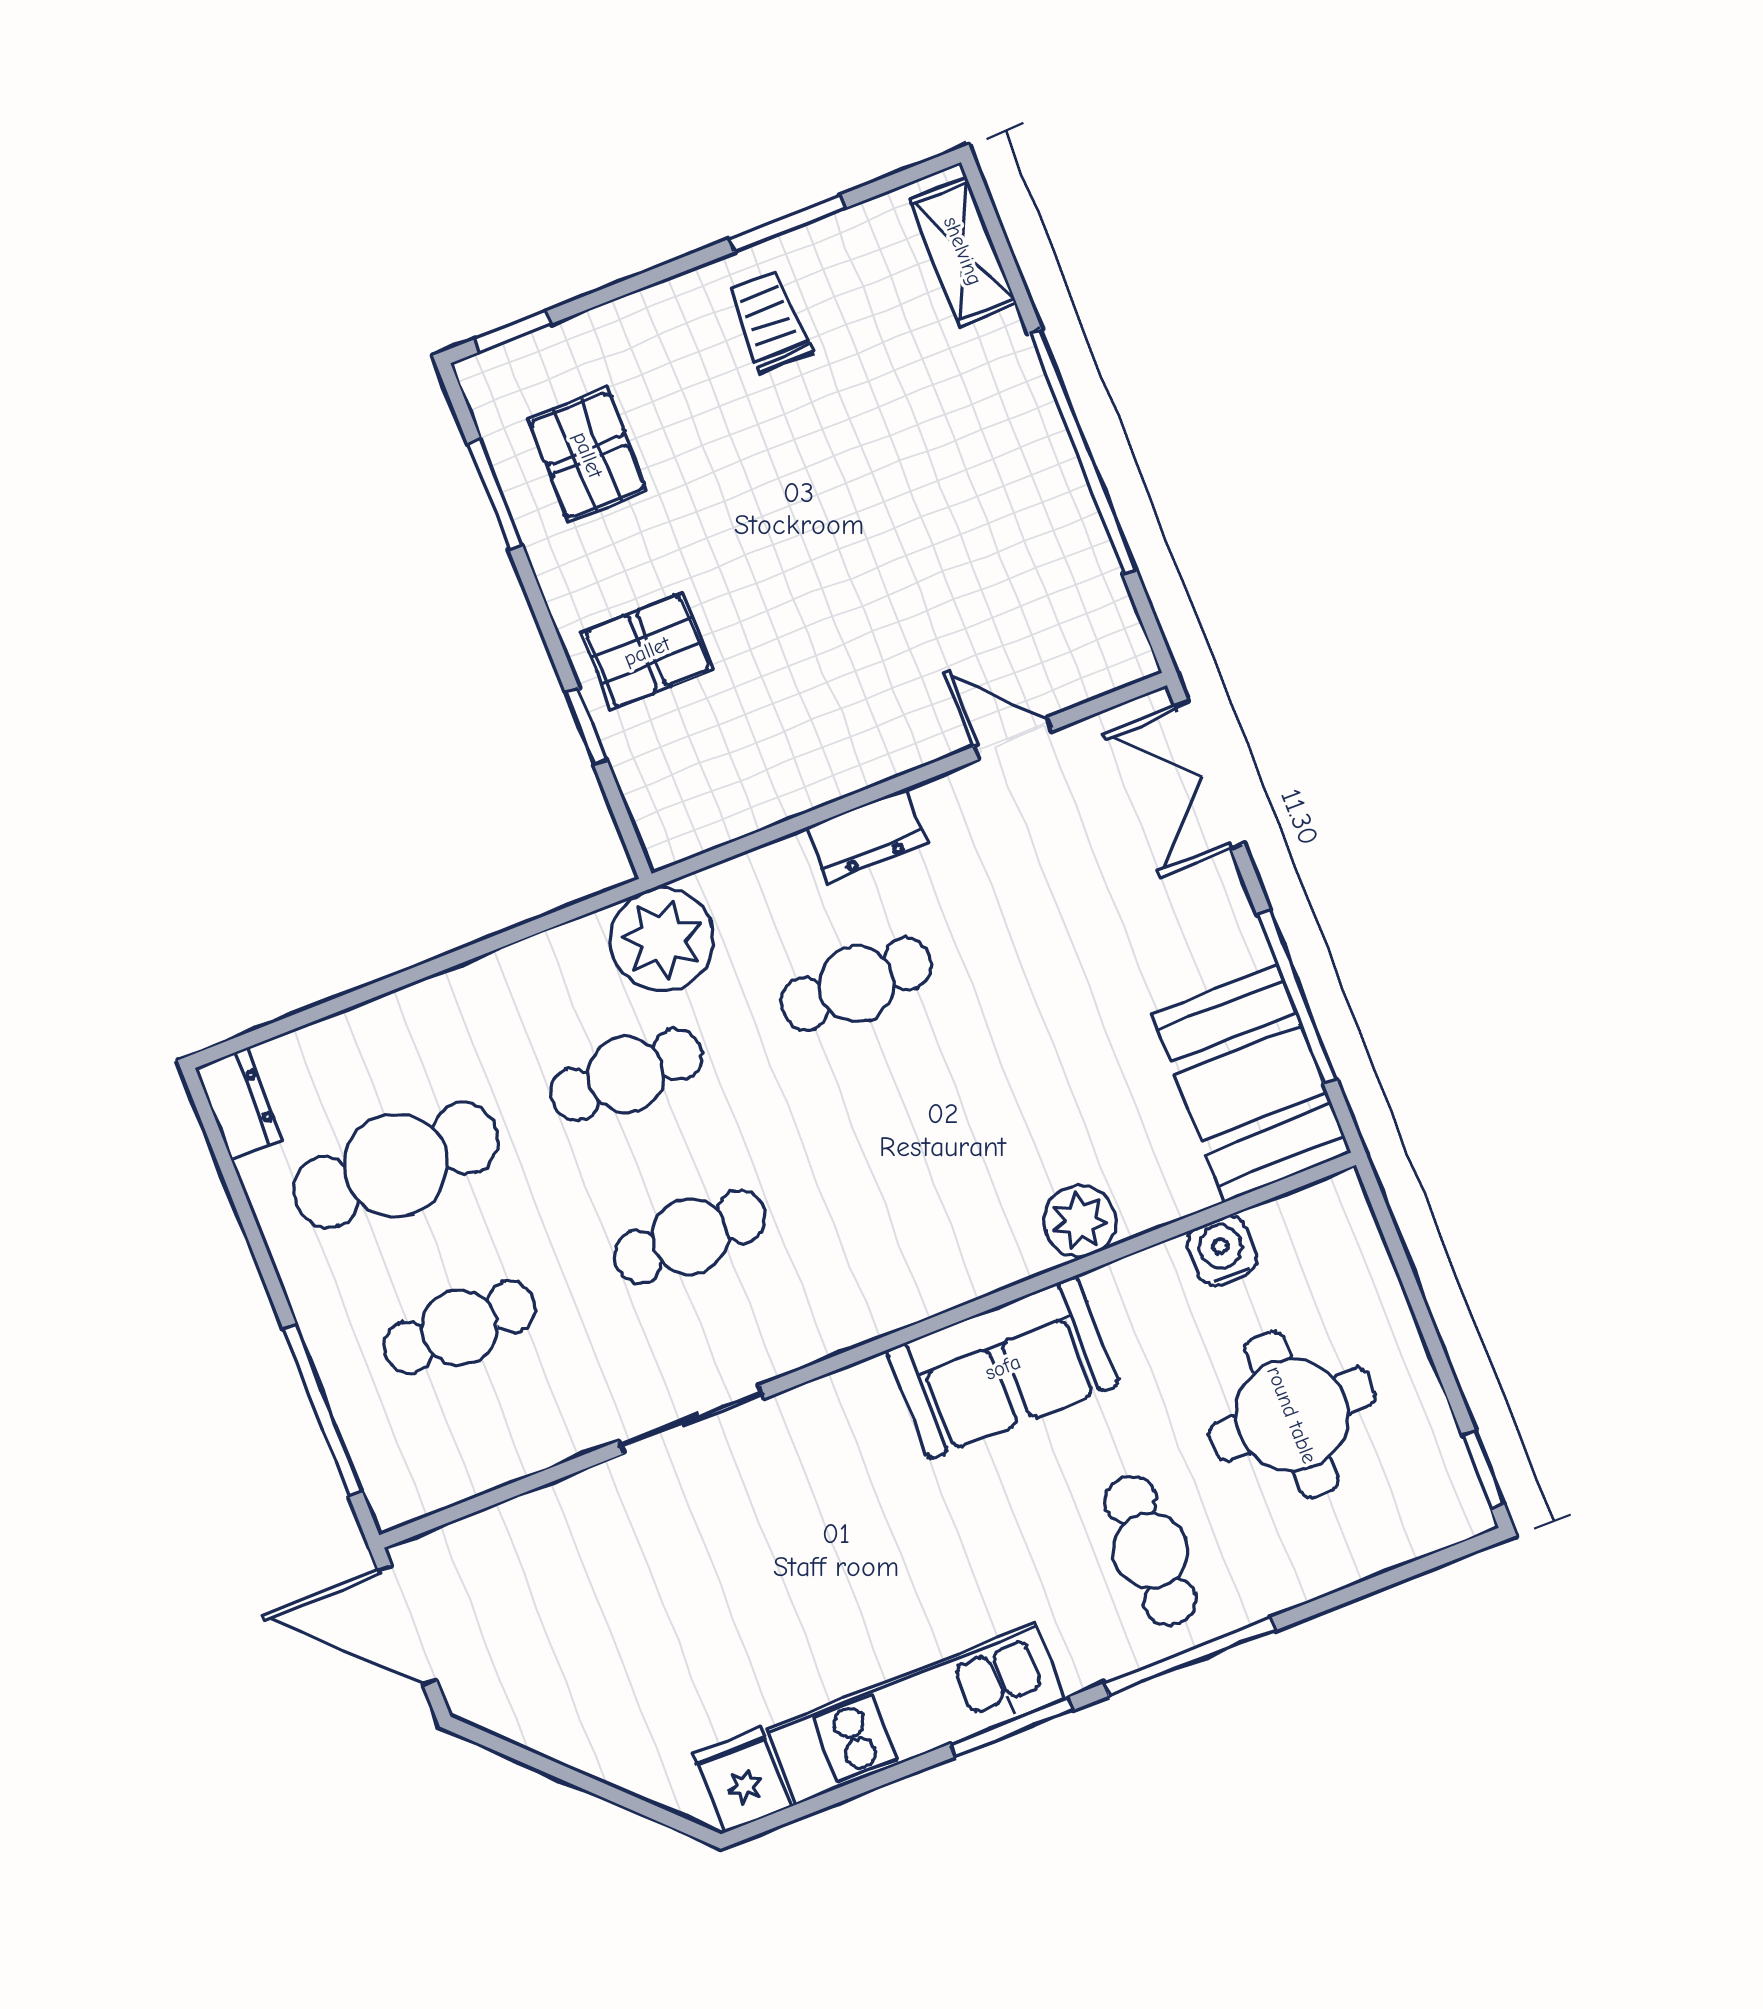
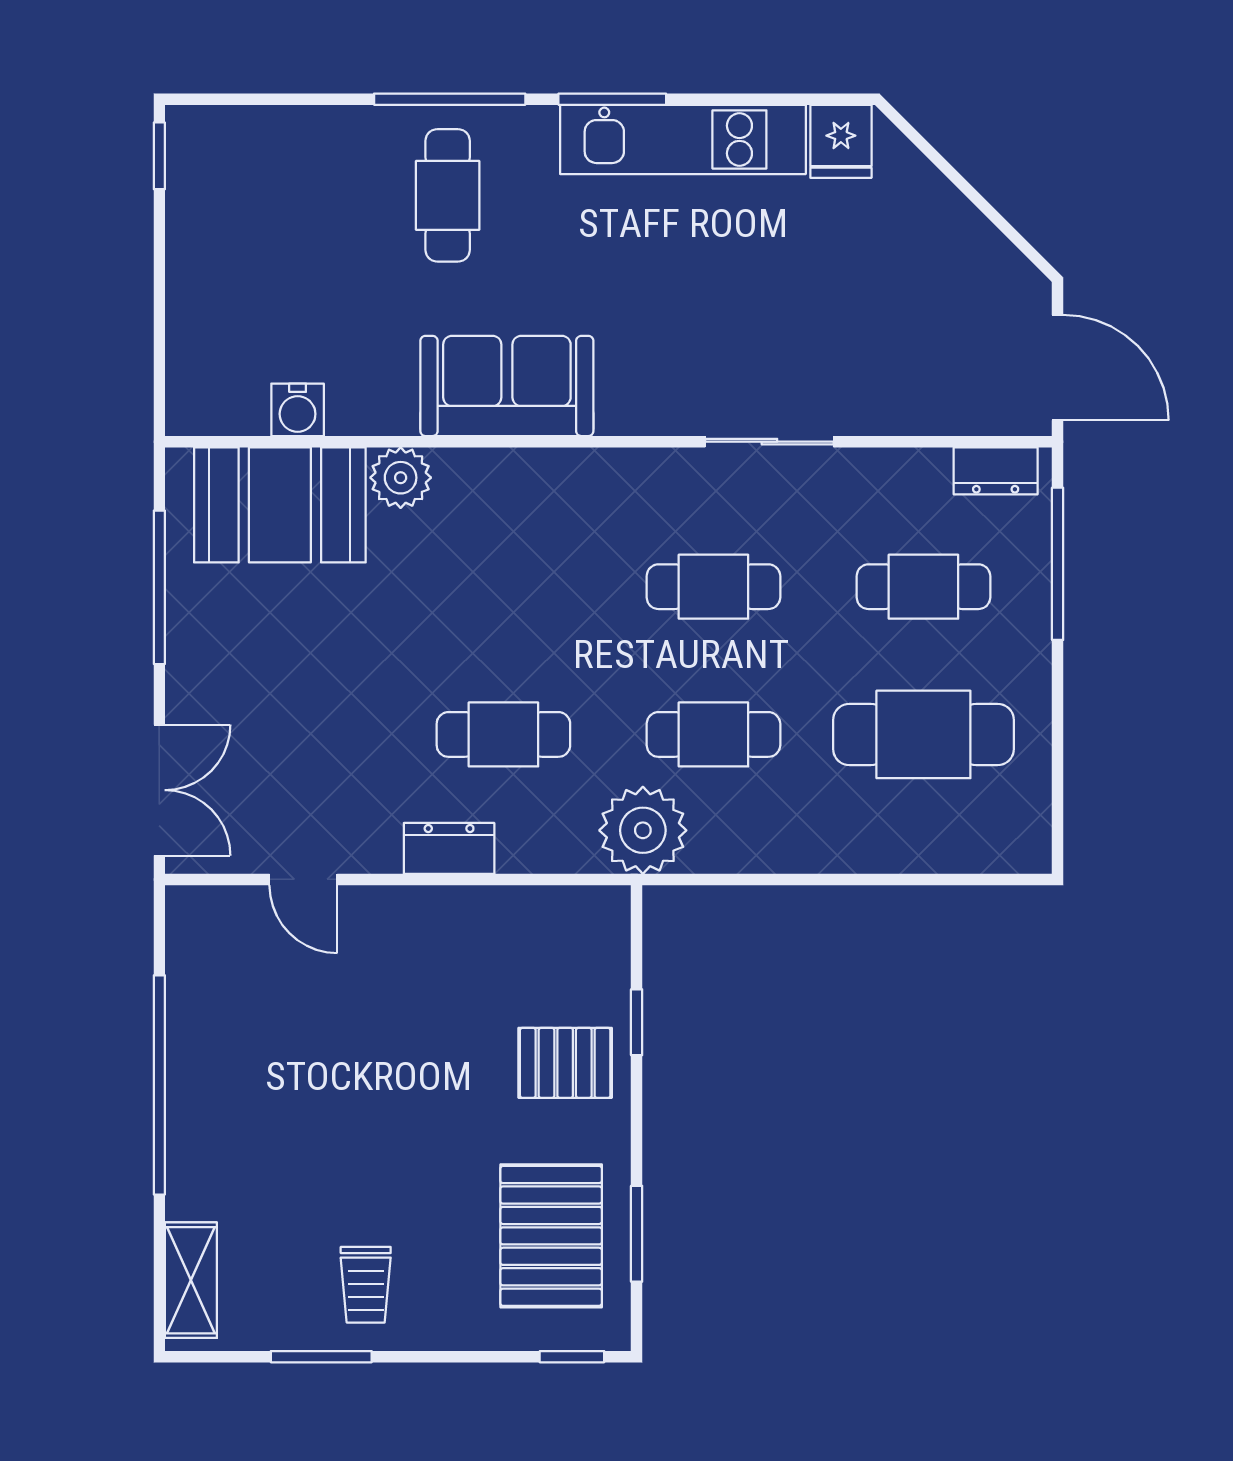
pallet: (588, 455) -> (551, 1236), width x1.50, depth x1.42
booth: (1251, 1083) -> (280, 505), moved, turned 90
dresser: (239, 1104) -> (996, 471), moved, turned -90
round table: (1292, 1415) -> (293, 259), removed

